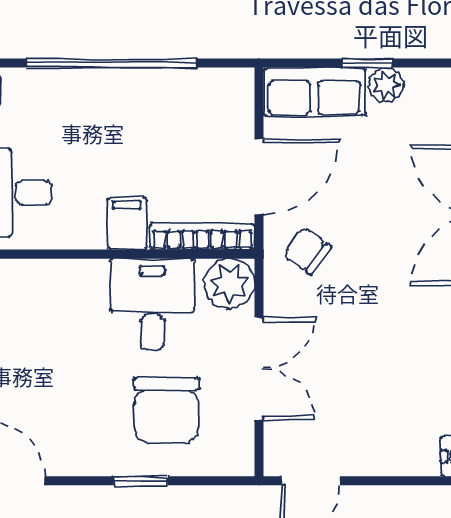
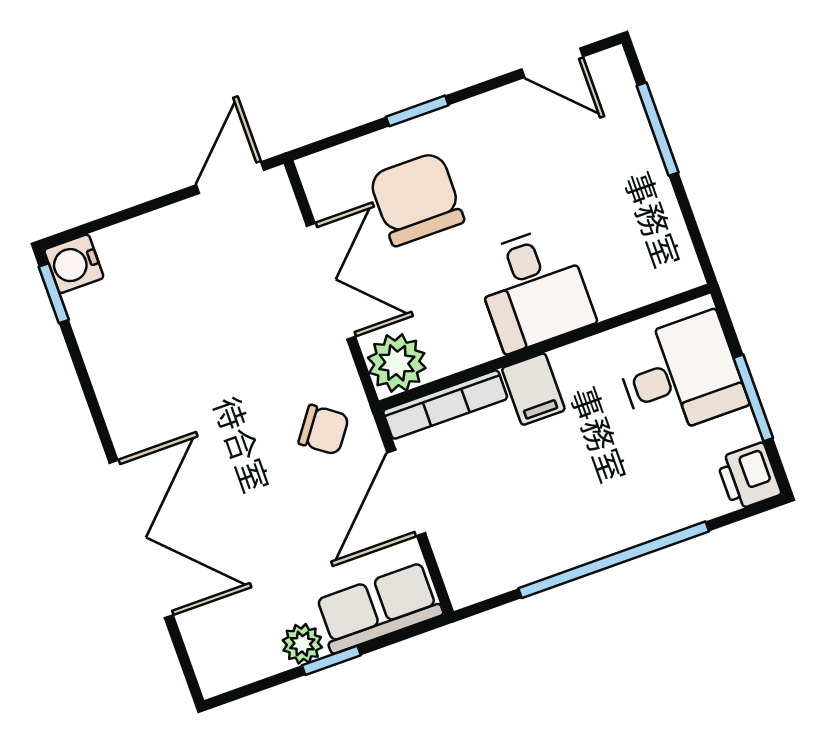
desk: (152, 304) -> (534, 289), moved
double door: (259, 368) -> (331, 281), swing flipped

